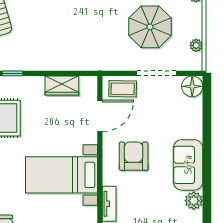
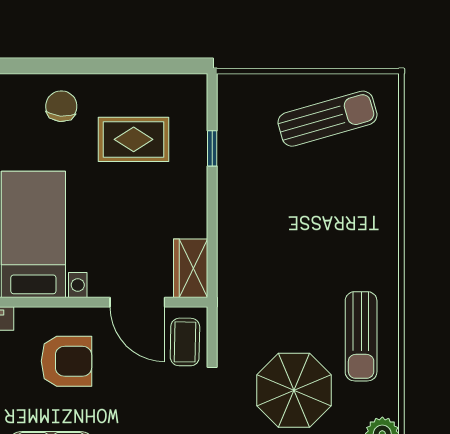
wardrobe: (62, 86) -> (191, 268), moved

